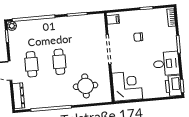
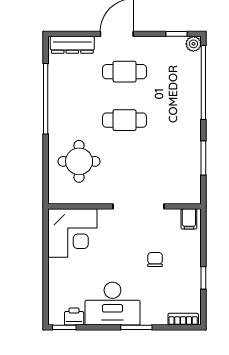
desk: (166, 64) -> (112, 304), width x1.37
printer: (173, 86) -> (74, 317), width x0.53, depth x0.68

